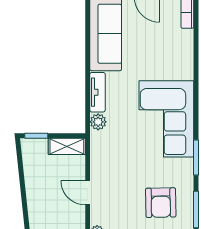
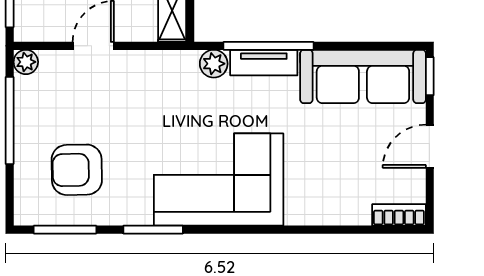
window: (88, 89) -> (268, 46), added

